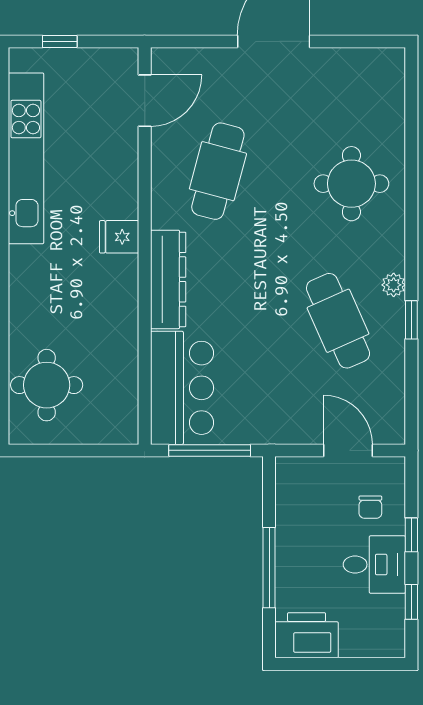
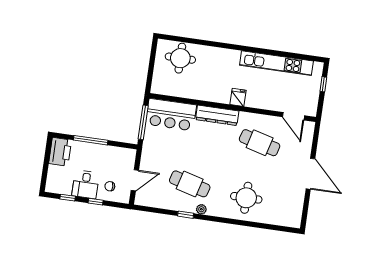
cafe table: (338, 321) -> (190, 184), turned 39

